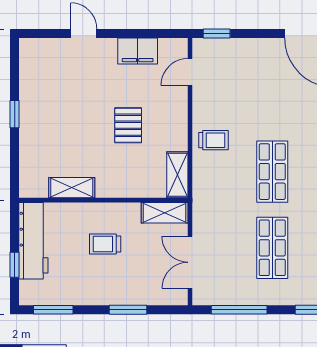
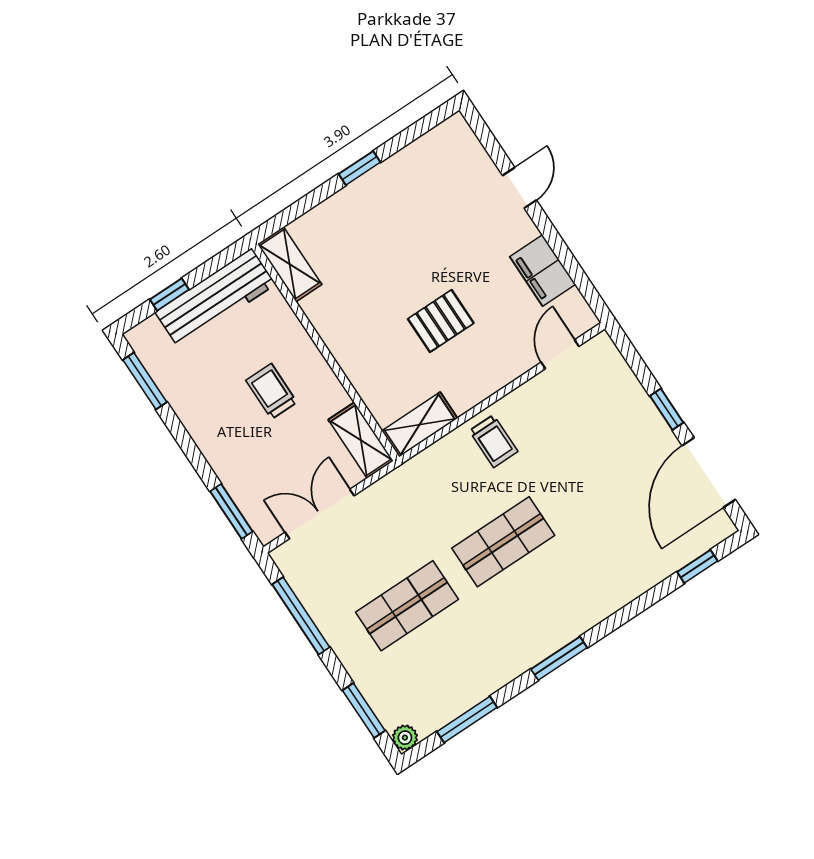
window: (217, 33) -> (667, 409), moved
door: (190, 72) -> (560, 354), hinge flipped
shelving: (72, 188) -> (290, 264), moved
window: (128, 310) -> (231, 511), moved

